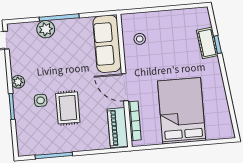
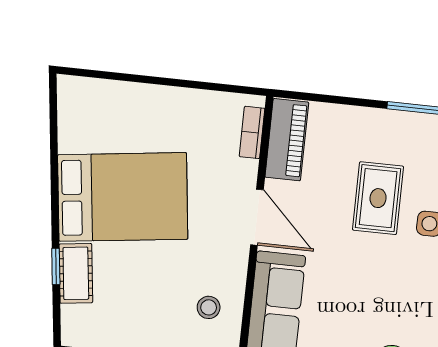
bed: (182, 111) -> (123, 197), moved, turned -97
bookcase: (135, 121) -> (252, 132), width x0.64

